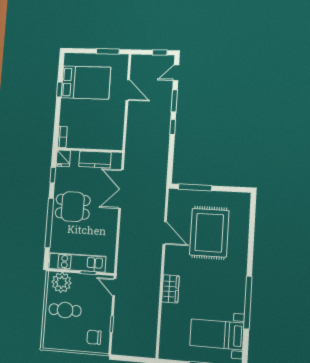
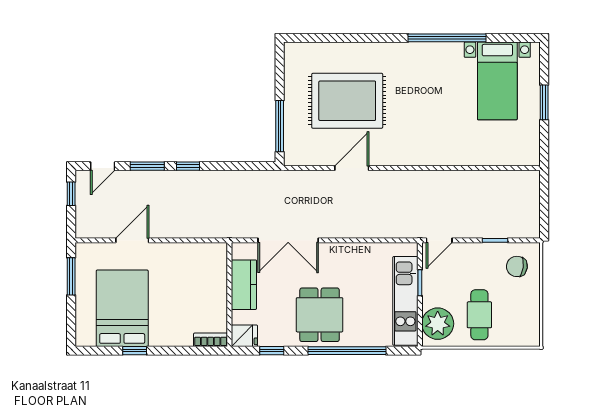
door: (176, 73) -> (103, 166), hinge flipped
wardrobe: (170, 289) -> (435, 154), removed
chair: (94, 337) -> (517, 266), turned 98

